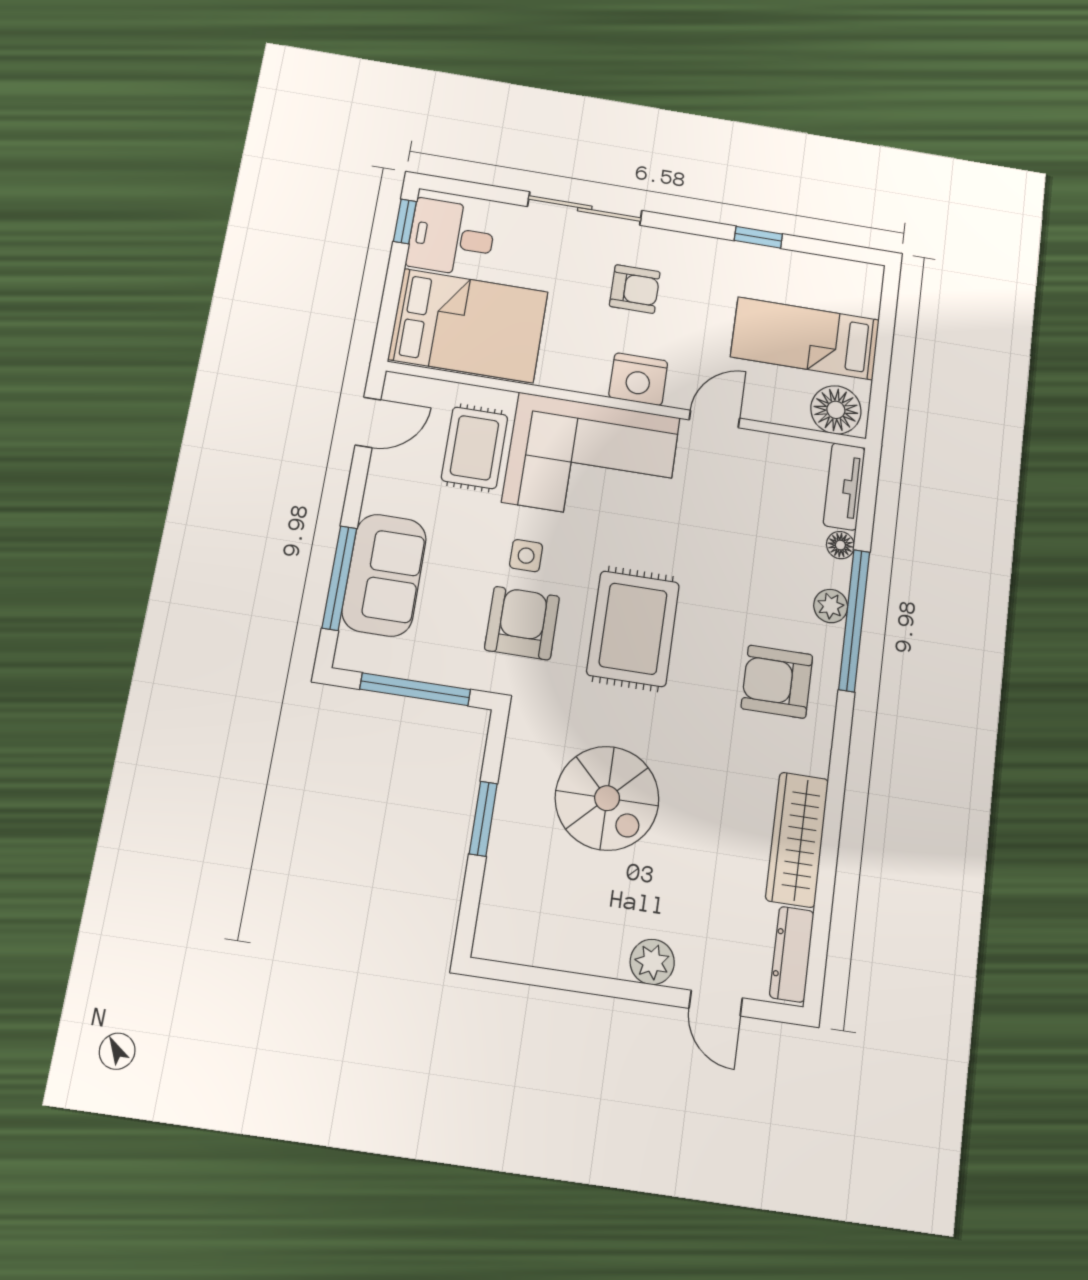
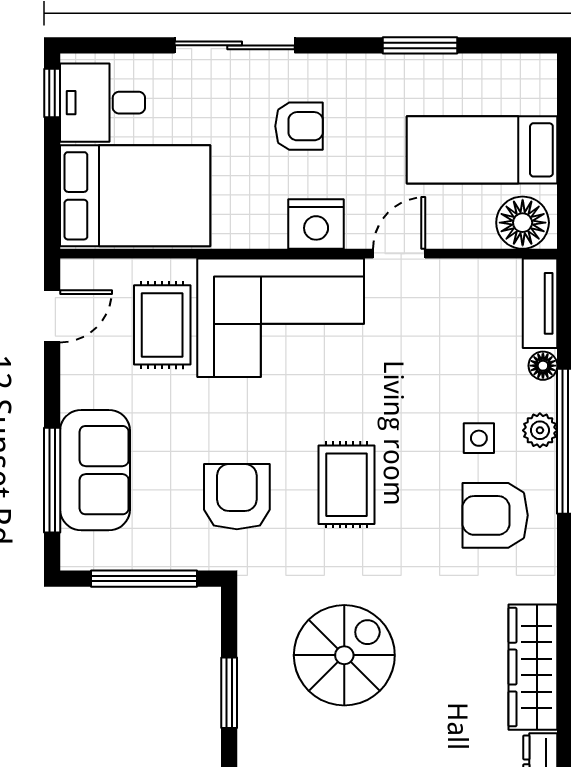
window: (758, 237) -> (420, 45), width x1.50
side table: (526, 556) -> (479, 438), moved
rug: (633, 629) -> (346, 485), width x0.73, depth x0.70
spiral stairs: (607, 798) -> (344, 655), turned -90

